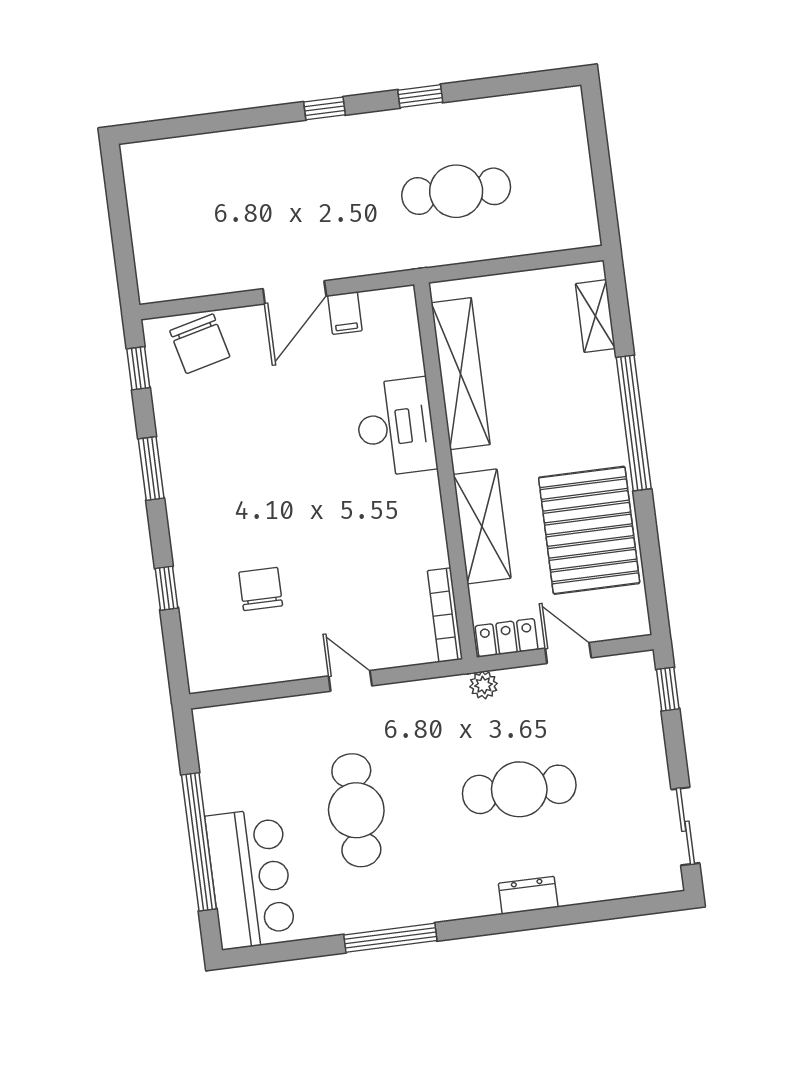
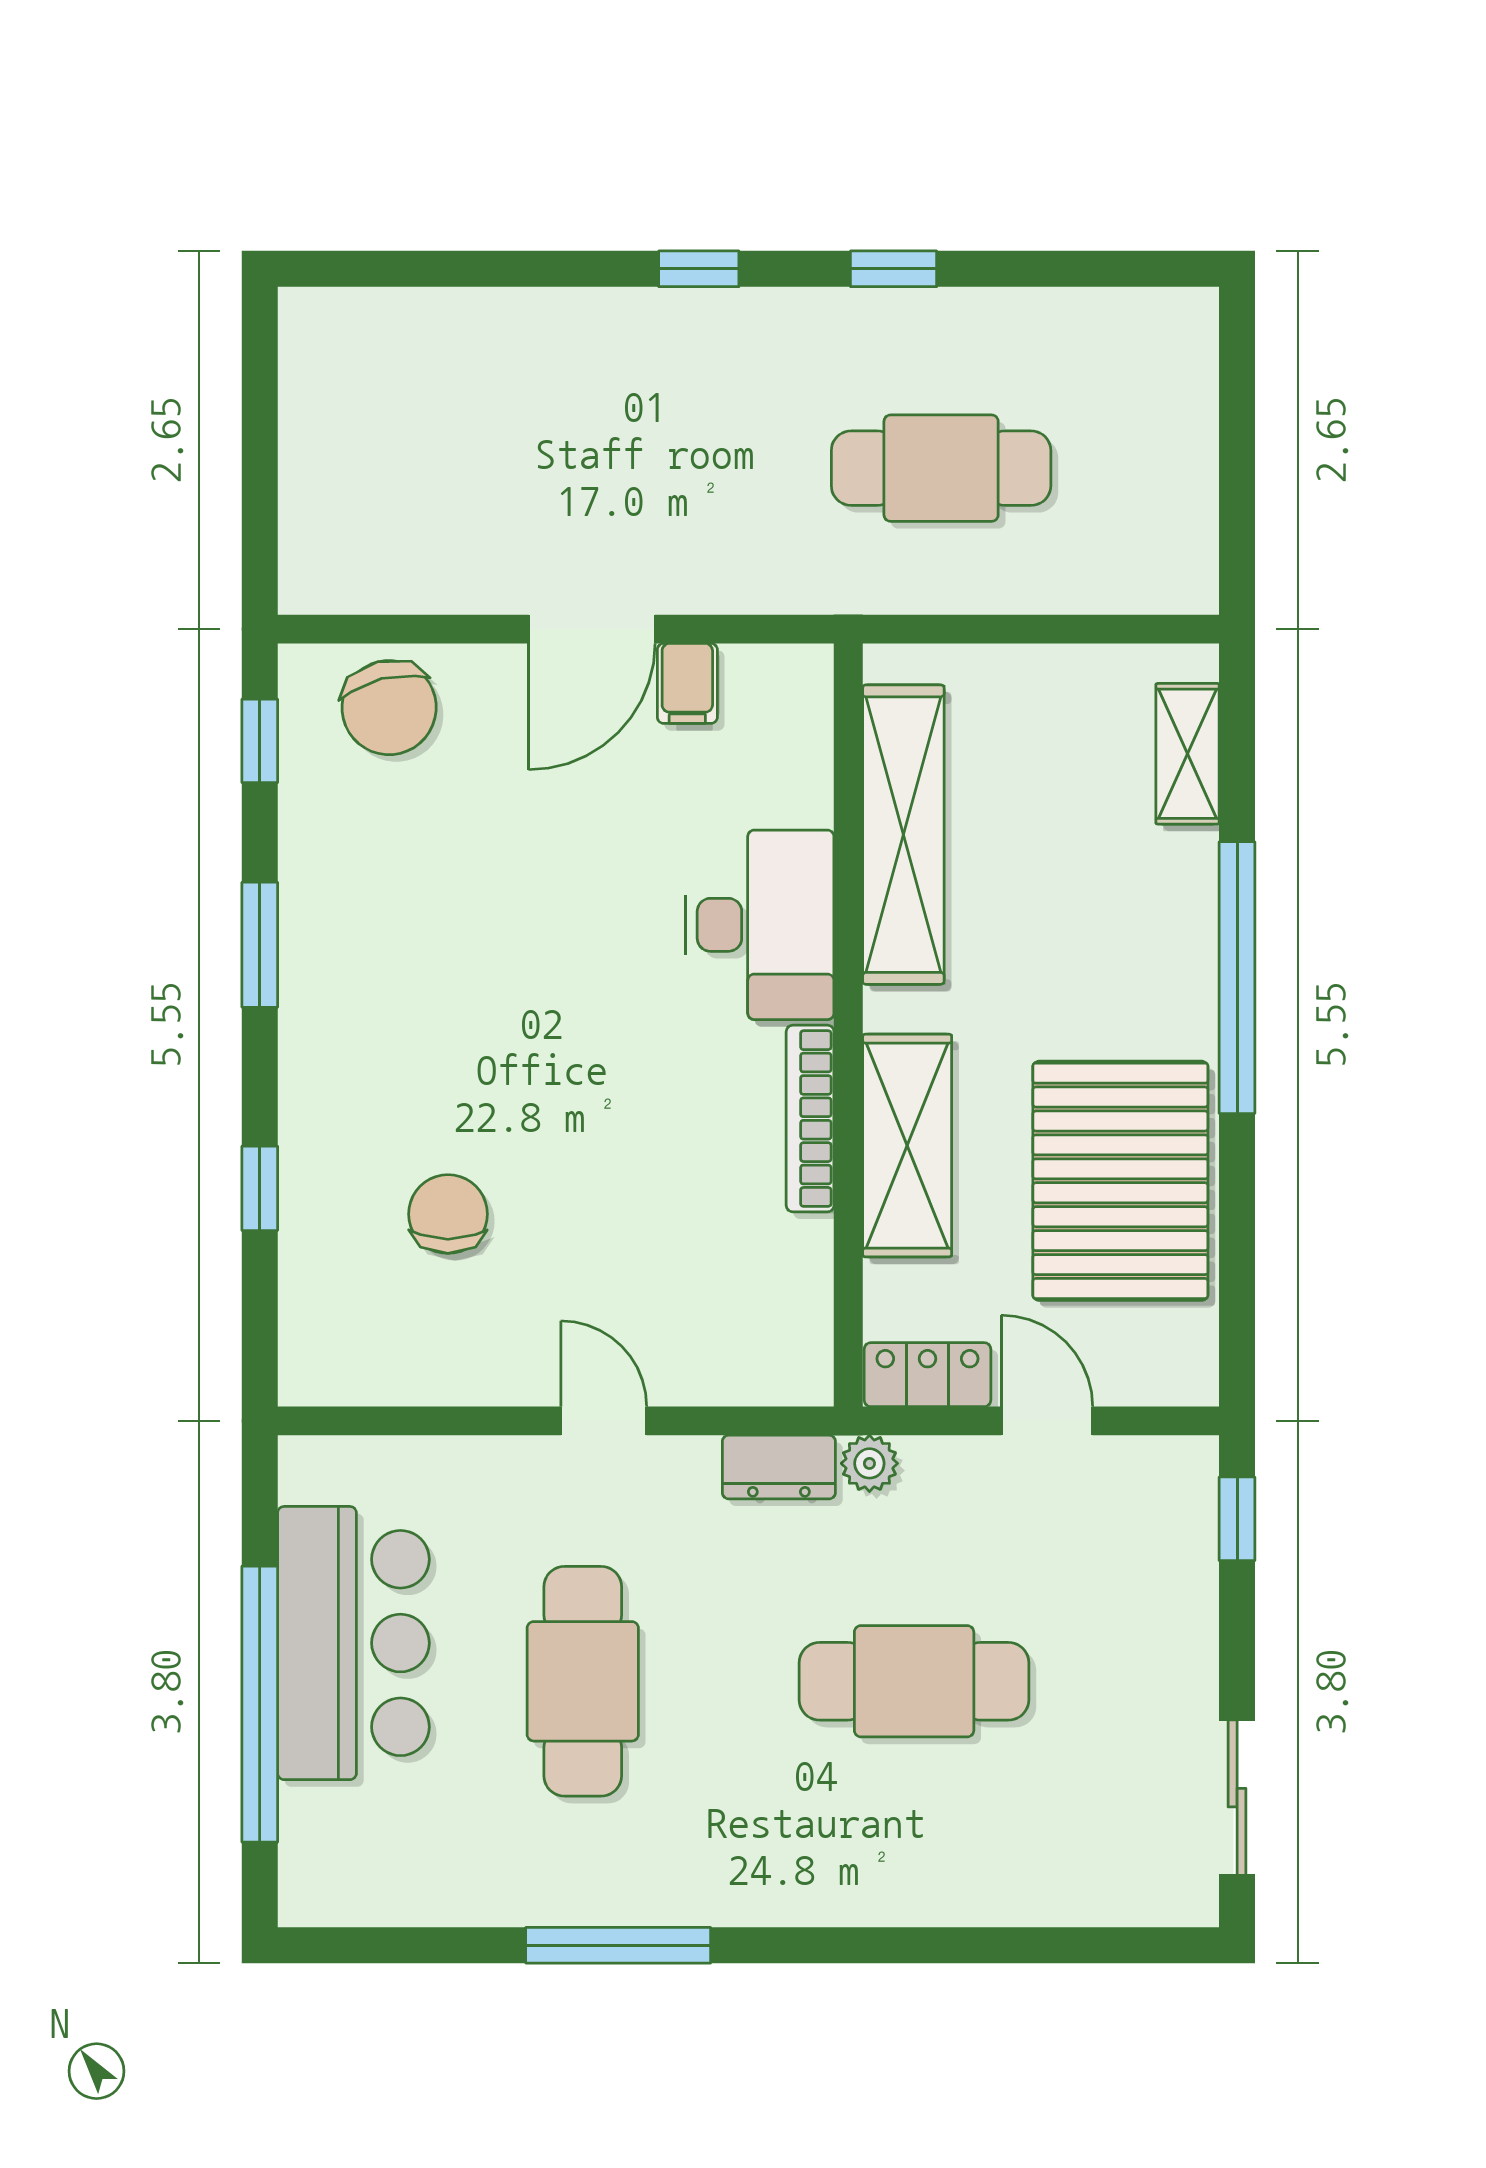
bookcase: (445, 615) -> (810, 1119), moved
bar counter: (250, 879) -> (353, 1643), moved
dresser: (528, 895) -> (779, 1467), moved, turned 180

